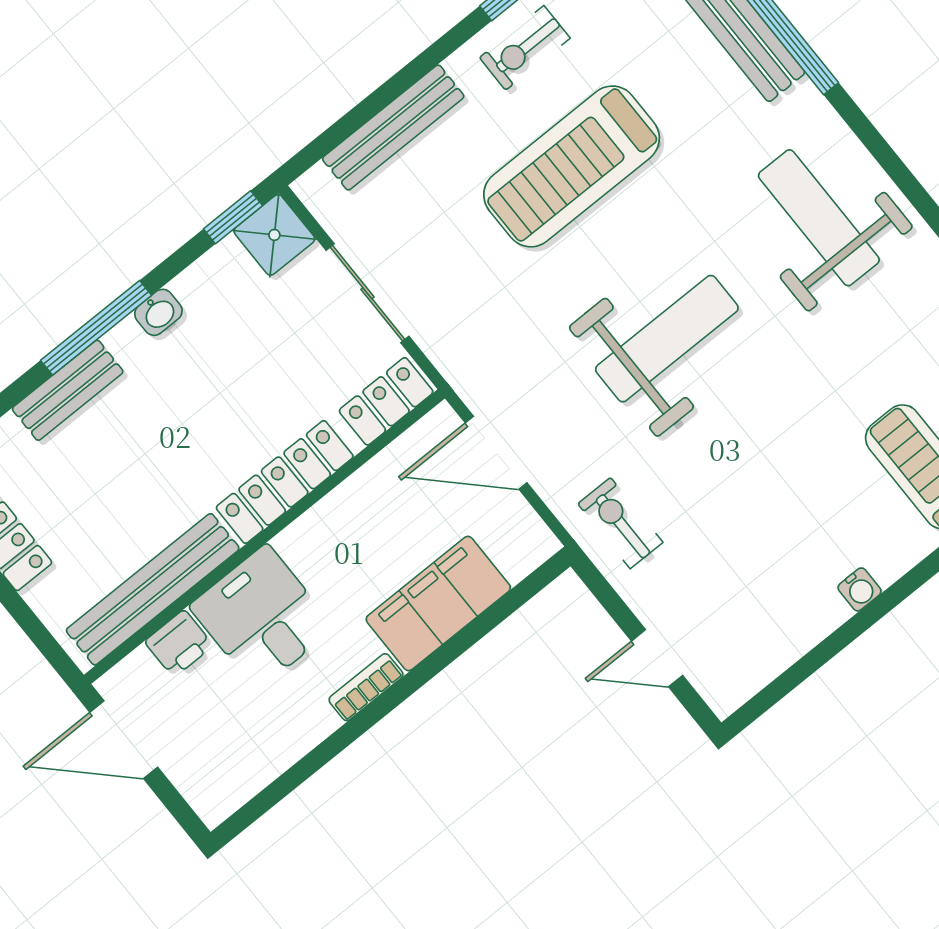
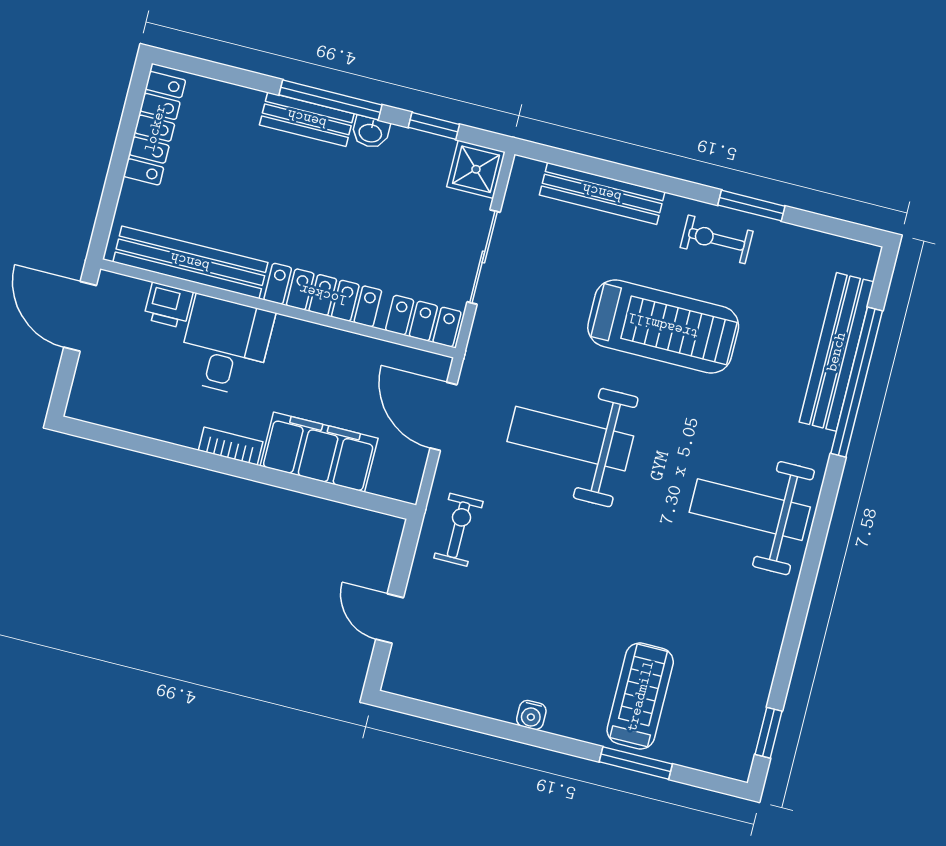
treadmill: (572, 166) -> (663, 326), turned 180
window: (233, 217) -> (434, 126), moved
weight bench: (819, 218) -> (750, 510), turned -90
weight bench: (667, 339) -> (570, 439), moved, turned 180
bench: (68, 390) -> (307, 119), moved

